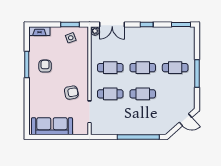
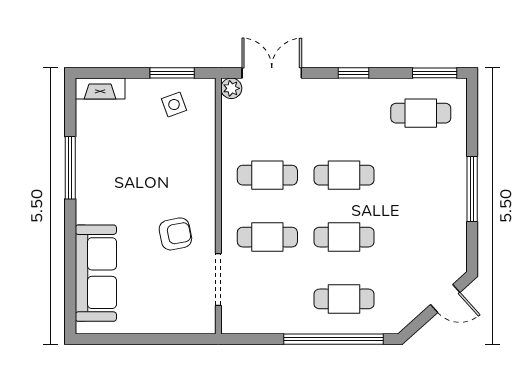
double door: (112, 24) -> (272, 73), swing flipped
armchair: (45, 66) -> (113, 171), removed
cafe table: (175, 68) -> (421, 113), moved
cafe table: (143, 120) -> (344, 299), added
sofa: (52, 126) -> (96, 273), moved, turned 90

